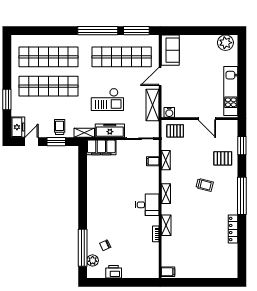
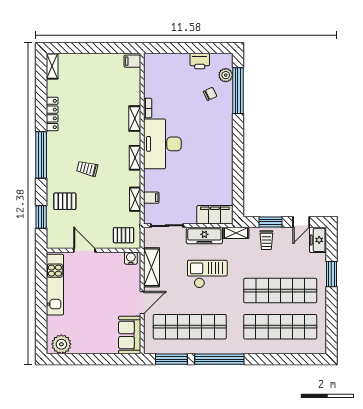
desk: (147, 205) -> (162, 144), width x1.87, depth x1.30
shelving: (233, 268) -> (52, 66), added

